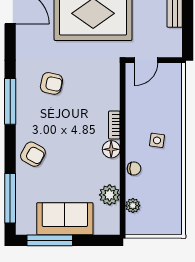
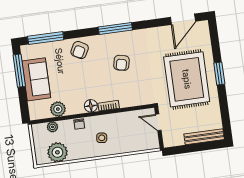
armchair: (51, 83) -> (121, 63), moved
plant: (168, 204) -> (57, 152), added

